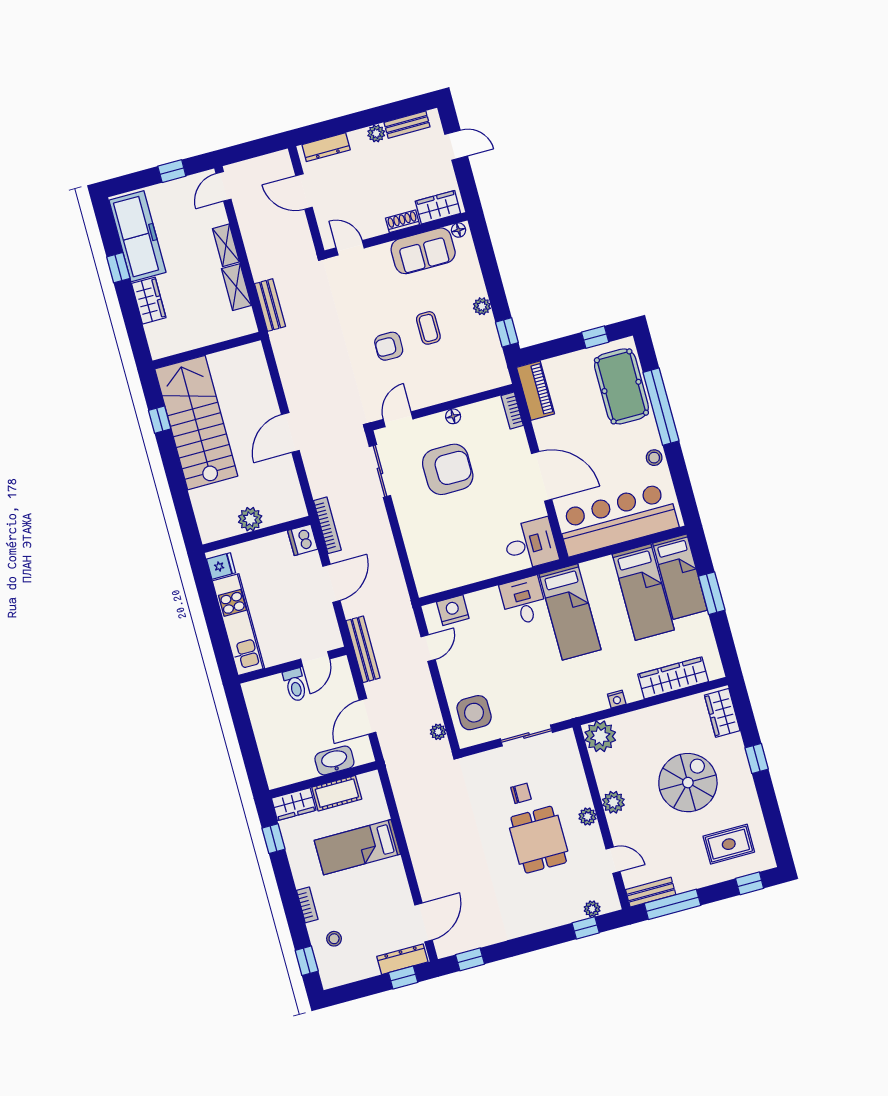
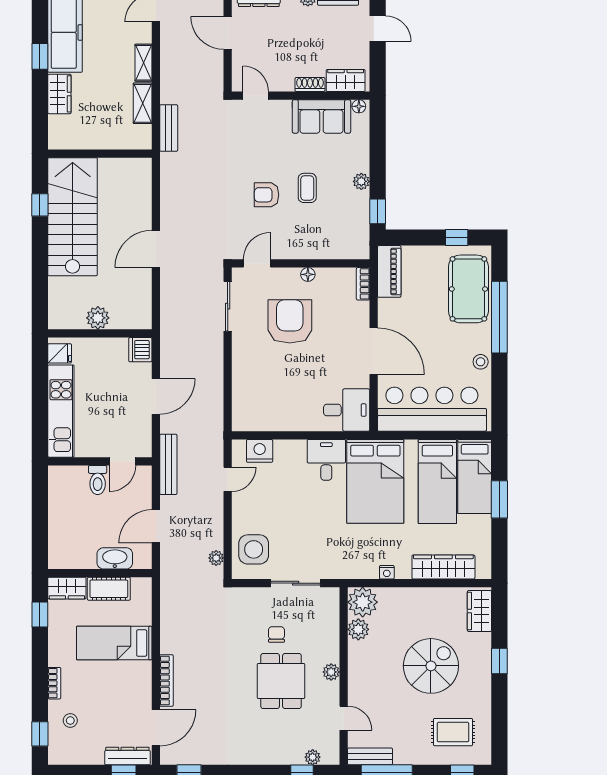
armchair: (448, 469) -> (290, 321), turned -90
bookcase: (327, 525) -> (166, 681), moved
bed: (570, 612) -> (375, 481), width x1.50
chair: (521, 793) -> (276, 634), turned -90
plant: (613, 802) -> (358, 629), moved

